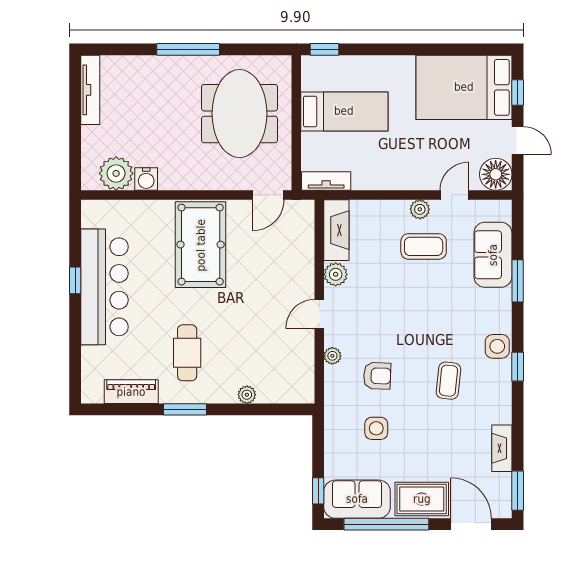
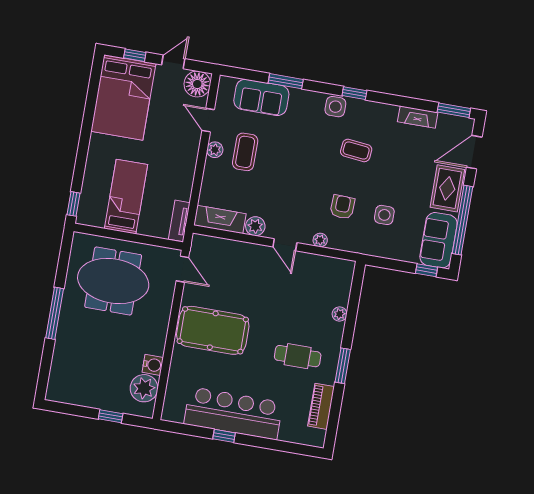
tv unit: (90, 90) -> (73, 397), removed
window: (75, 139) -> (111, 416), added

